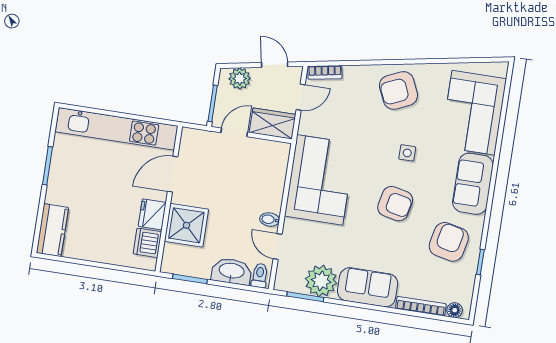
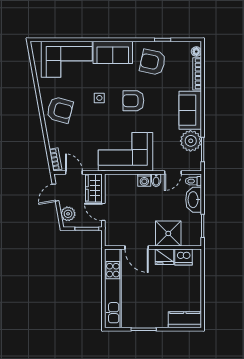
armchair: (398, 90) -> (60, 110), turned -51
washing machine: (273, 202) -> (144, 180), added
armchair: (395, 204) -> (133, 101), turned -102

